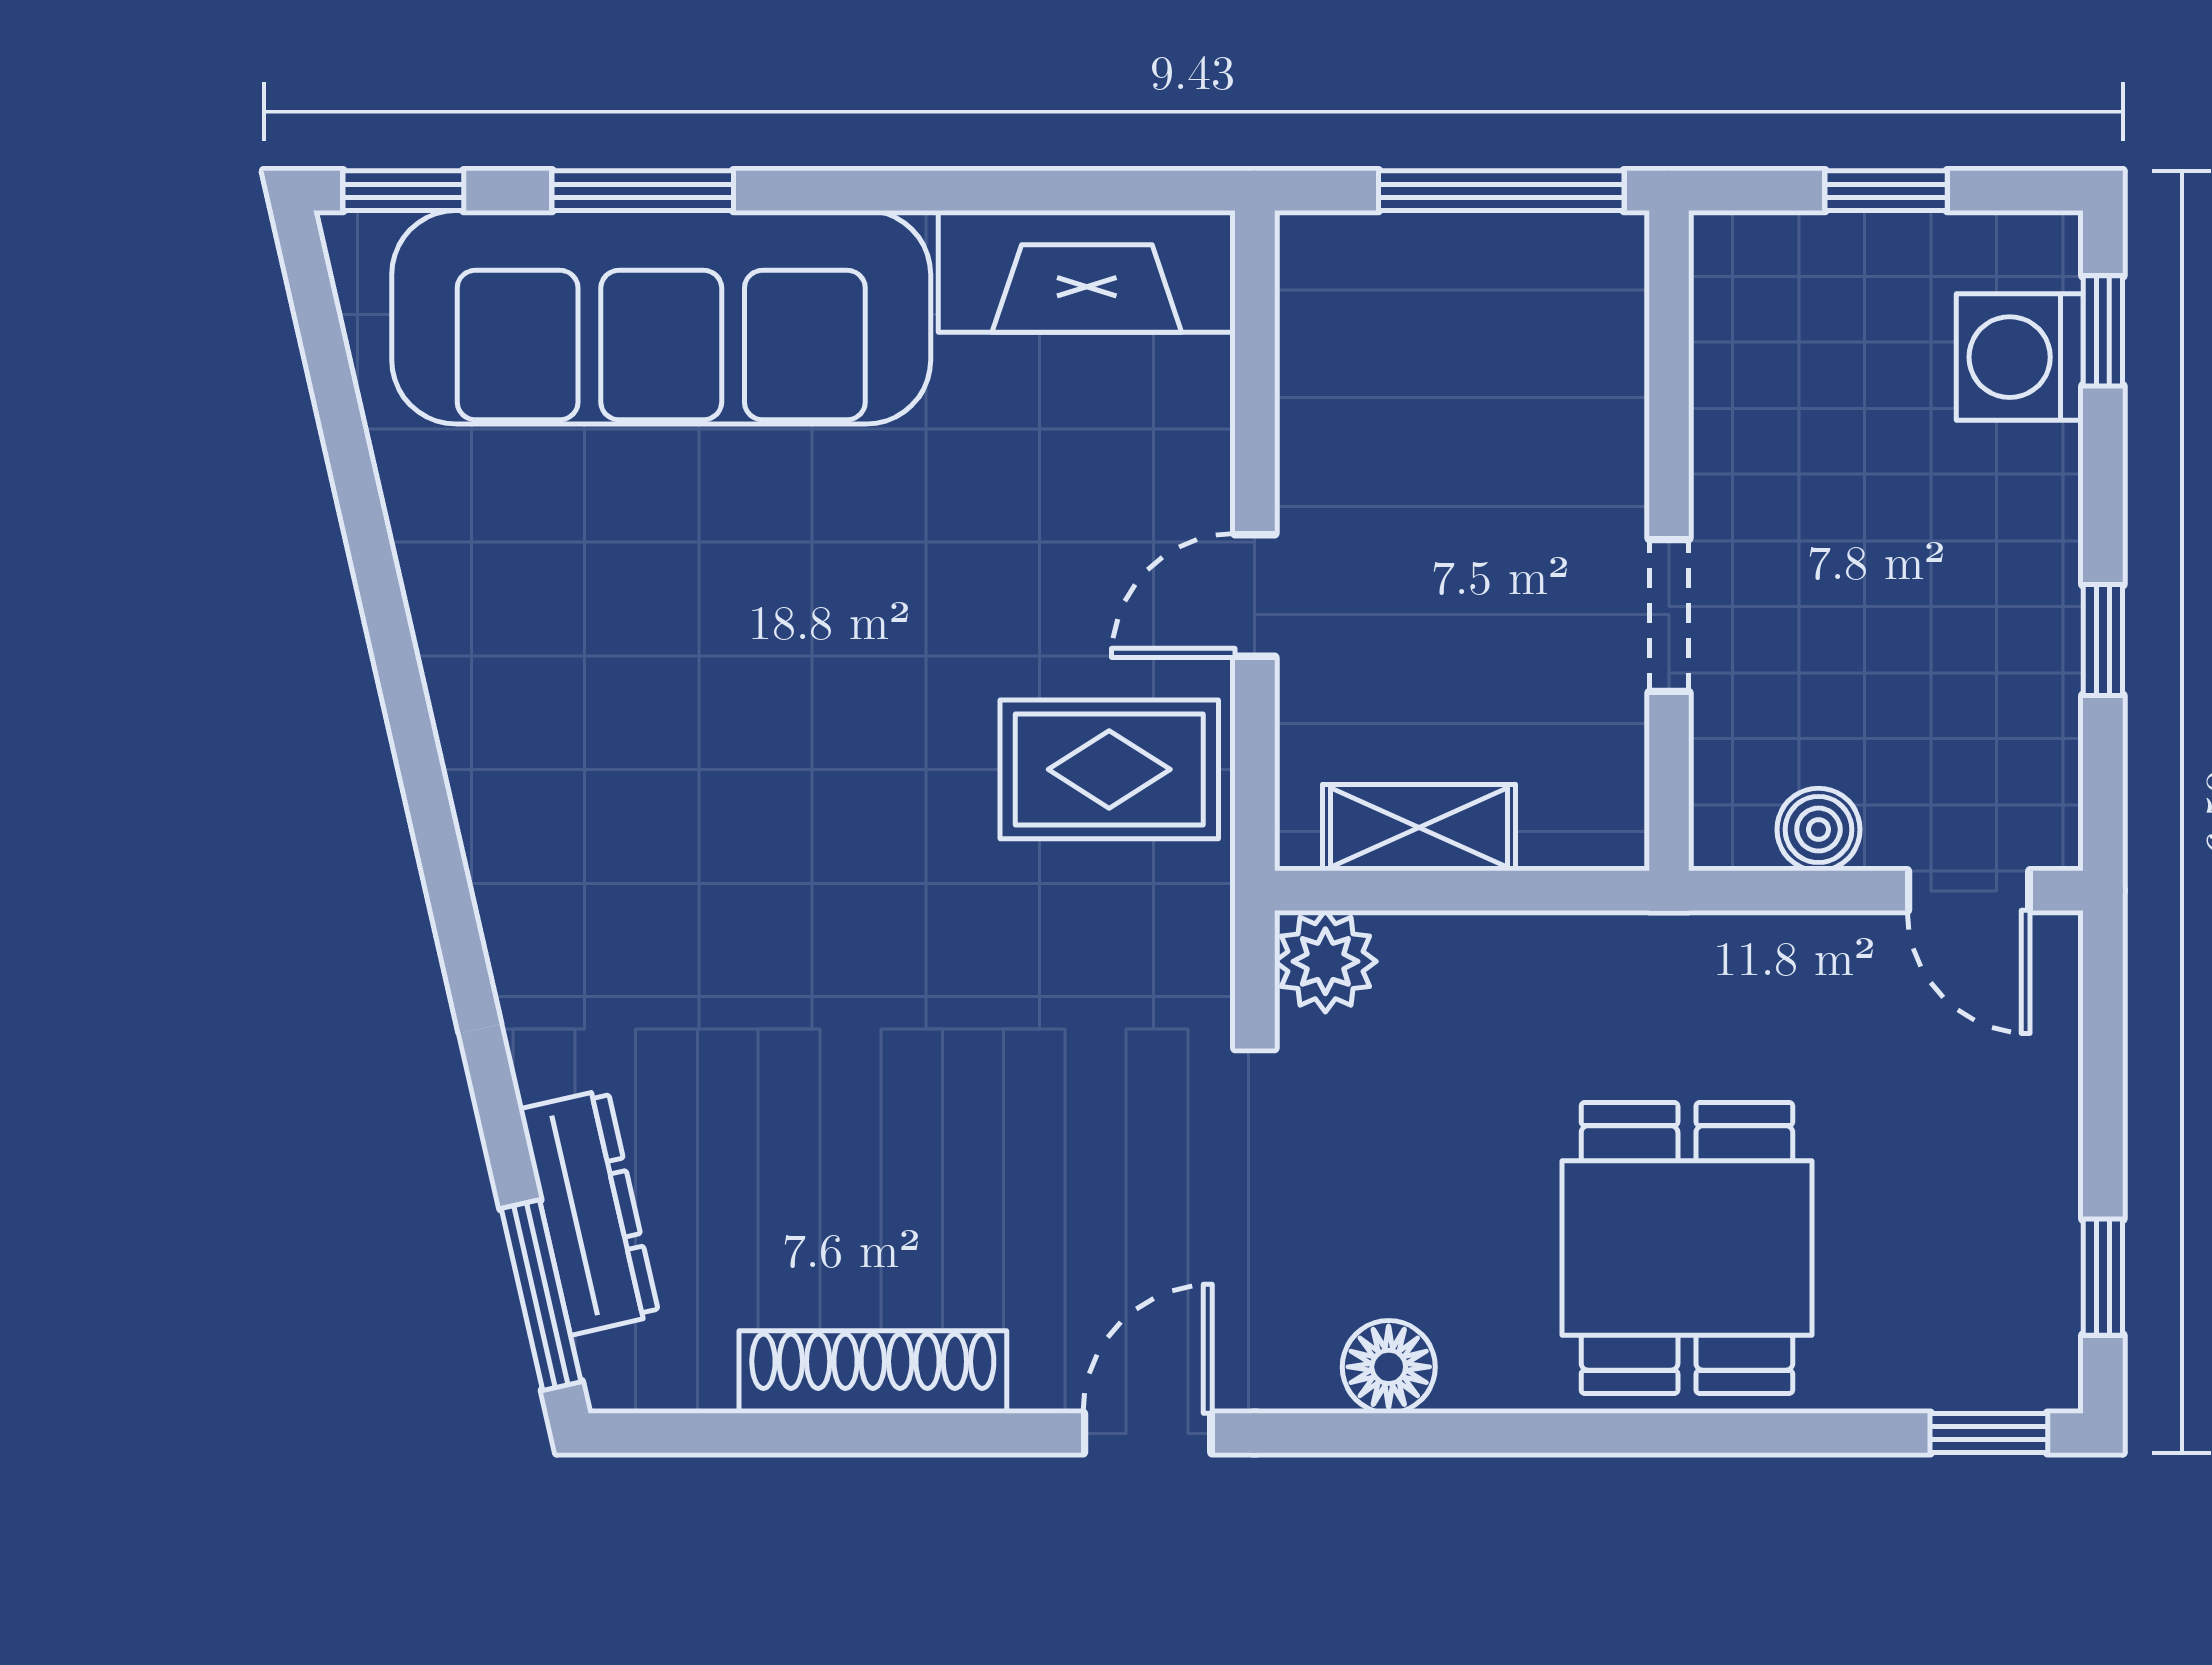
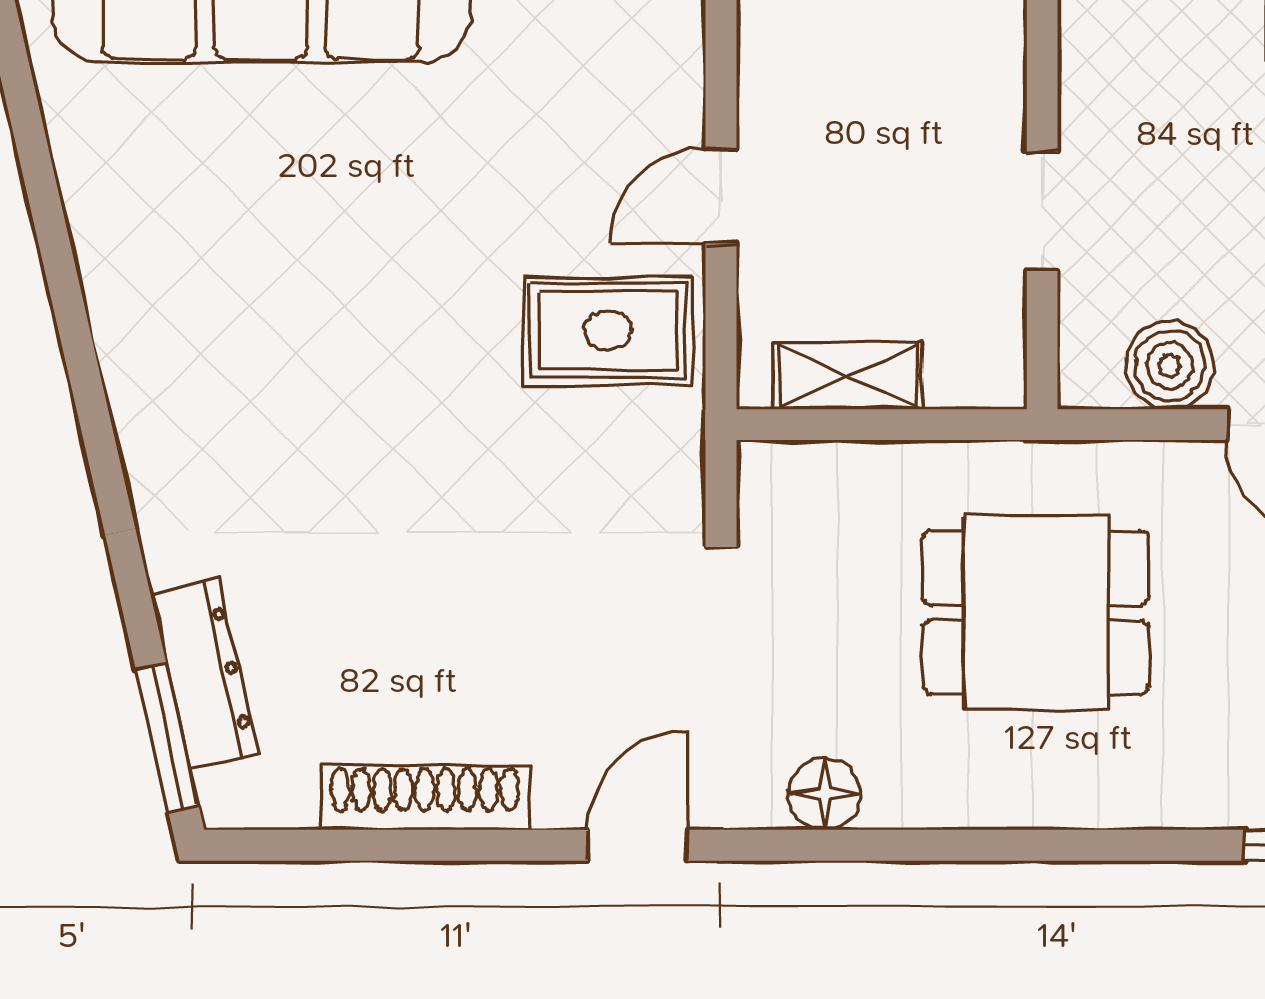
boiler: (1818, 830) -> (1170, 365), width x1.36, depth x1.36
plant: (1325, 961) -> (776, 479), removed
dining table: (1687, 1248) -> (1036, 612), moved, turned 90

